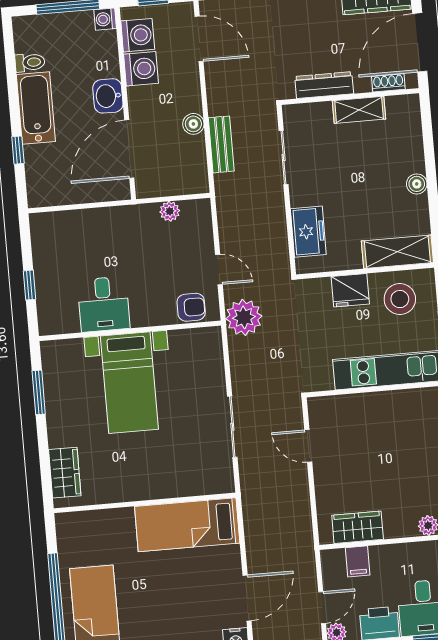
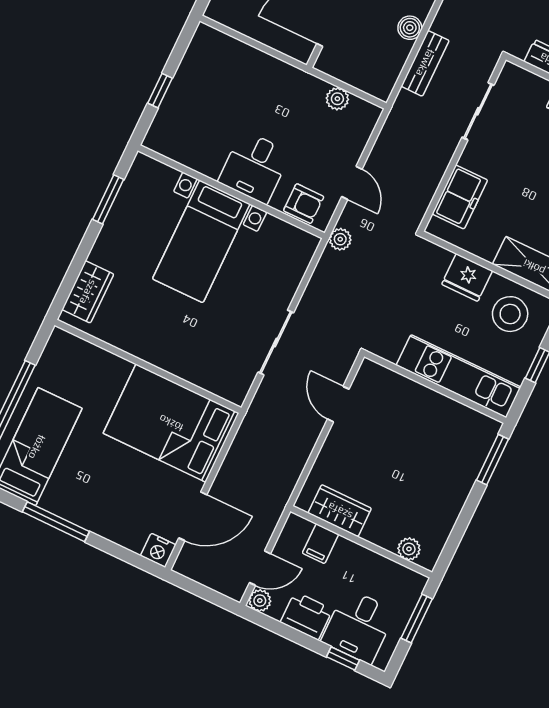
desk: (104, 304) -> (254, 167), moved
plant: (244, 317) -> (340, 239), width x0.53, depth x0.53
bed: (187, 525) -> (171, 423), width x1.50

